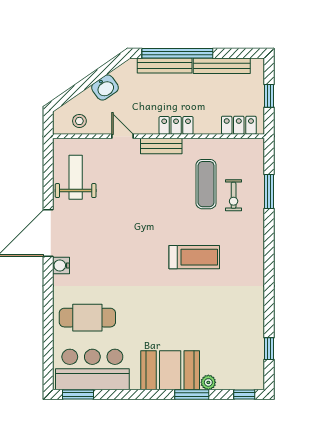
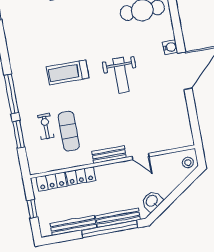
washbasin: (105, 88) -> (152, 201), moved
stool: (79, 121) -> (188, 163), moved
locker: (176, 125) -> (81, 176), moved
weight bench: (76, 177) -> (121, 75), moved
window: (269, 243) -> (11, 94), added

